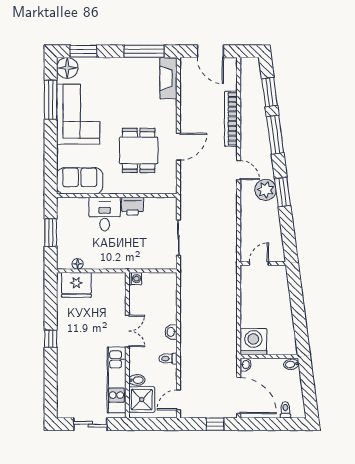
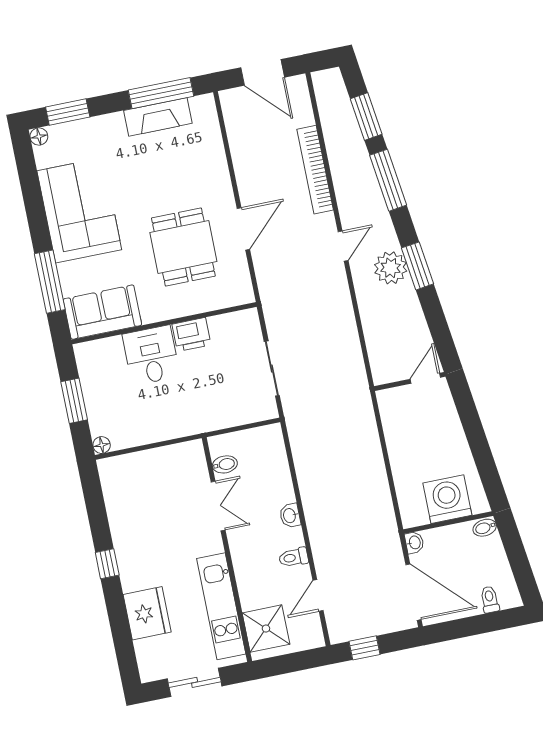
floor lamp: (67, 68) -> (39, 137), width x0.53, depth x0.53
fireplace: (168, 78) -> (158, 117), moved, turned -90
window: (51, 100) -> (50, 282), moved
door: (239, 170) -> (343, 246), hinge flipped
door: (259, 263) -> (425, 378), moved
floor lamp: (78, 264) -> (102, 445), moved
washing machine: (135, 279) -> (218, 445), removed
fridge: (76, 285) -> (147, 613), moved, turned -90
double door: (127, 331) -> (218, 506), moved
washing machine: (253, 342) -> (447, 499), moved
bidet: (137, 380) -> (225, 464), moved
door: (178, 400) -> (318, 595), moved
window: (215, 424) -> (365, 648), moved

